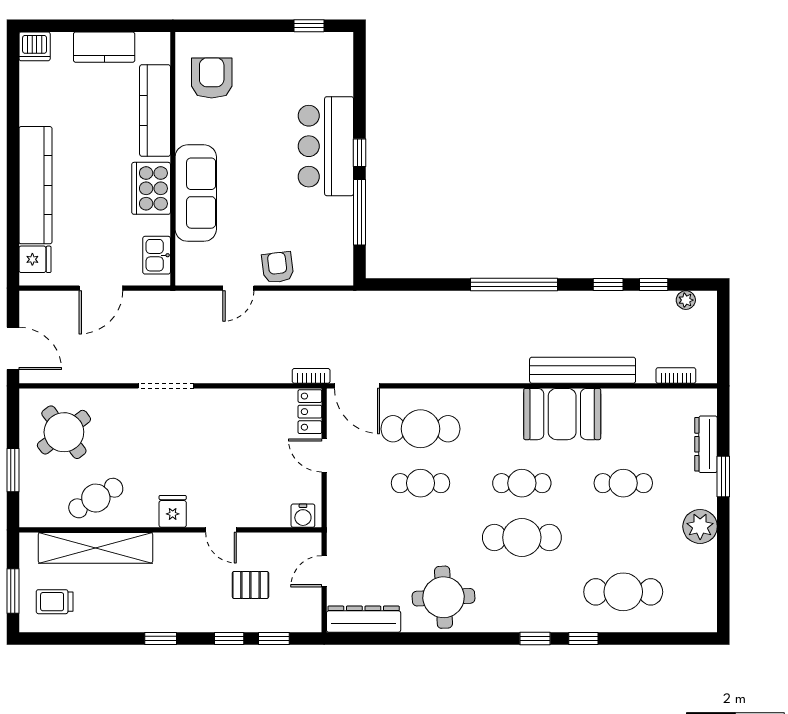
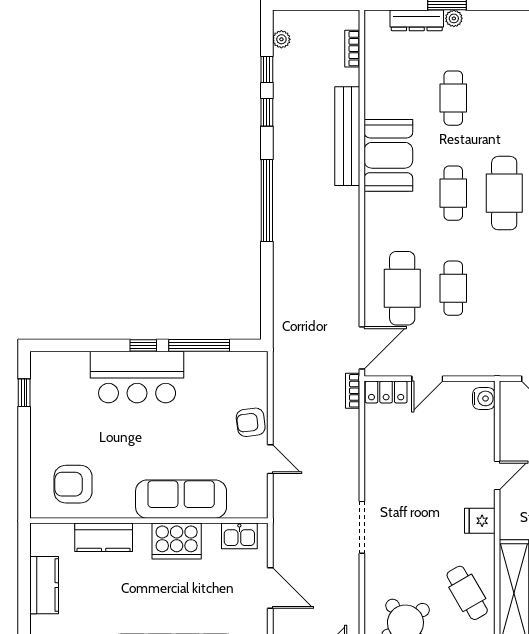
kitchen counter: (155, 111) -> (104, 537), width x0.67
plant: (700, 526) -> (454, 18), moved, width x0.53, depth x0.53

